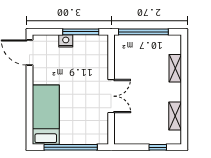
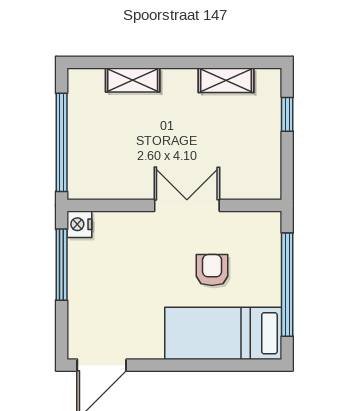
nightstand: (66, 41) -> (79, 224), moved
armchair: (78, 109) -> (212, 270), added

